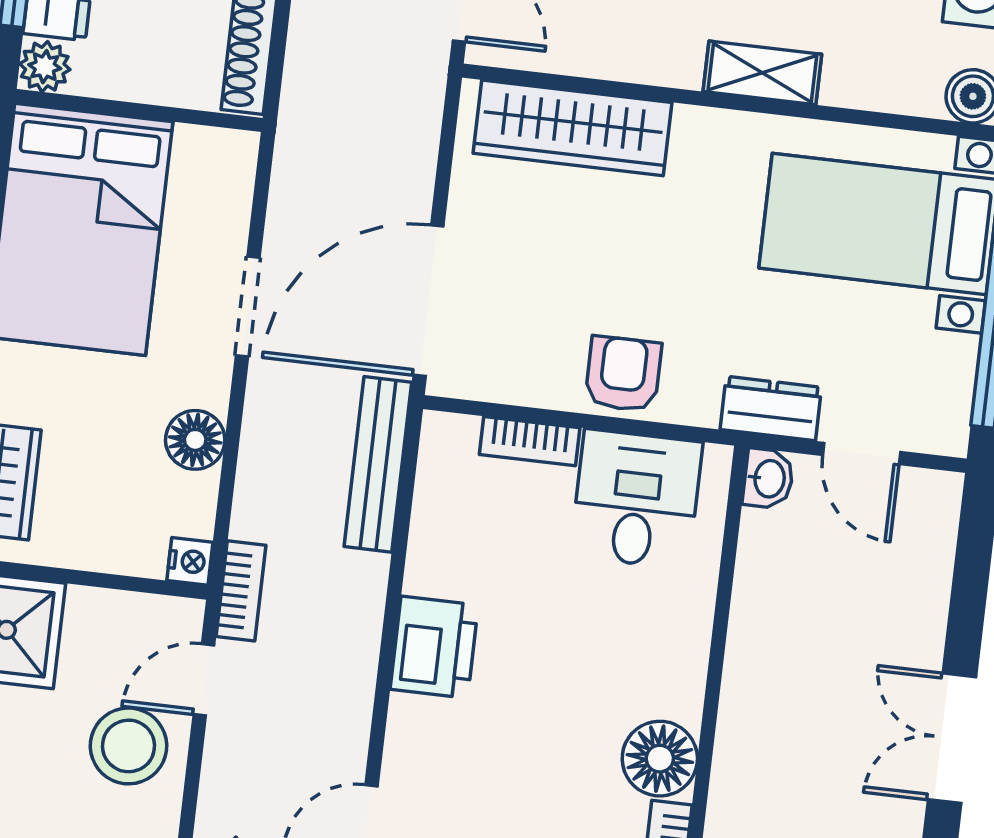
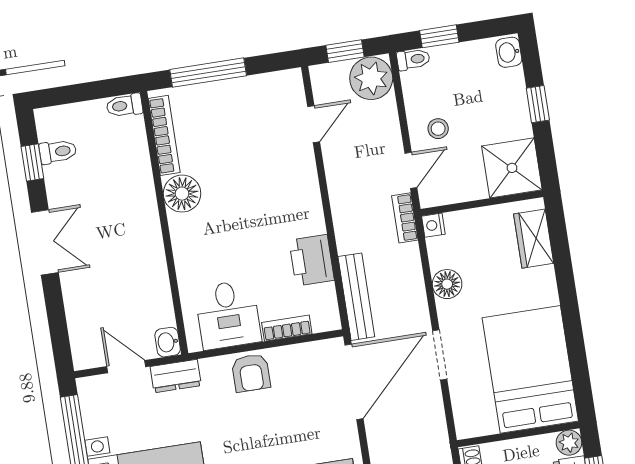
printer: (434, 647) -> (312, 260), moved
stool: (128, 746) -> (438, 129), width x0.53, depth x0.53

